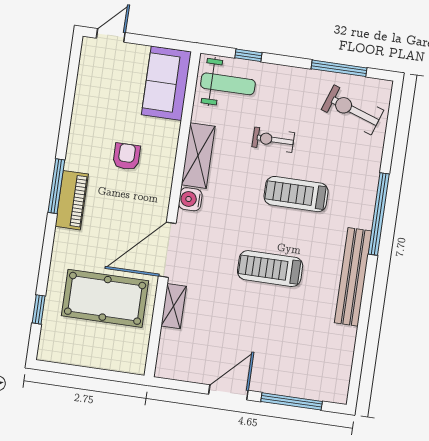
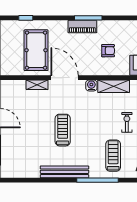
treadmill: (296, 194) -> (113, 156), moved

